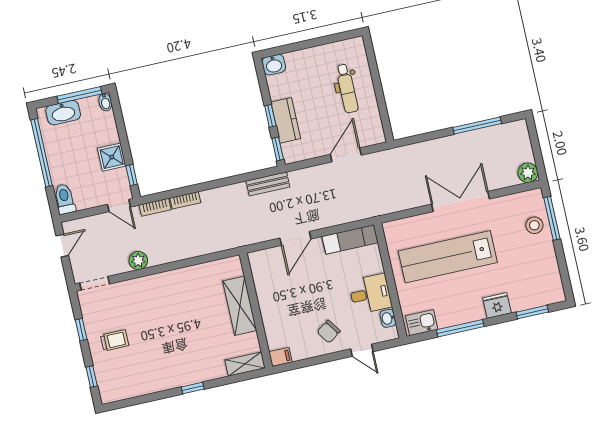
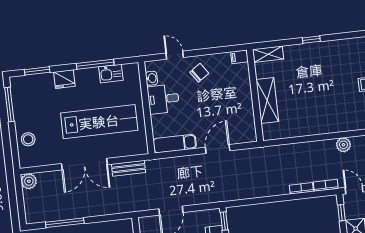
bench: (268, 184) -> (129, 168), moved
window: (552, 218) -> (9, 104), moved
kitchen sink: (422, 323) -> (111, 74), moved

